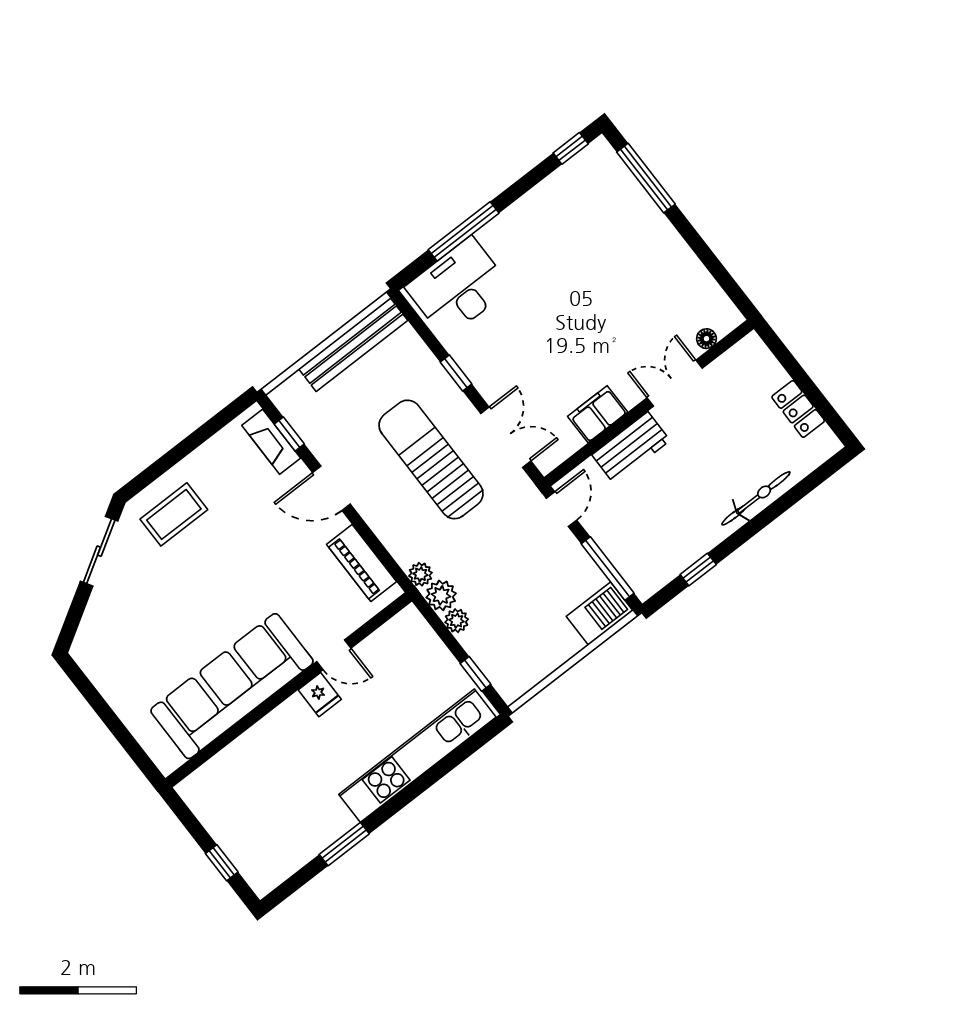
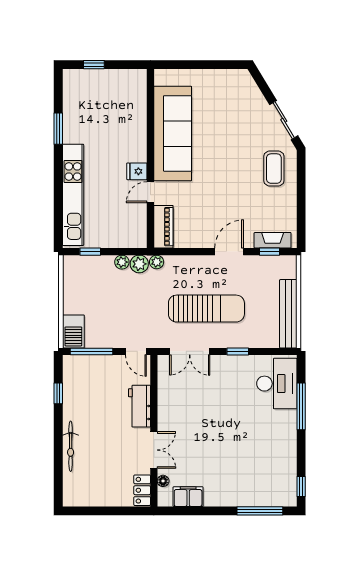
locker: (798, 409) -> (142, 490), moved, turned -90
filing cabinet: (598, 414) -> (188, 497), moved, turned -90
piano: (362, 563) -> (163, 227), moved, turned 90

